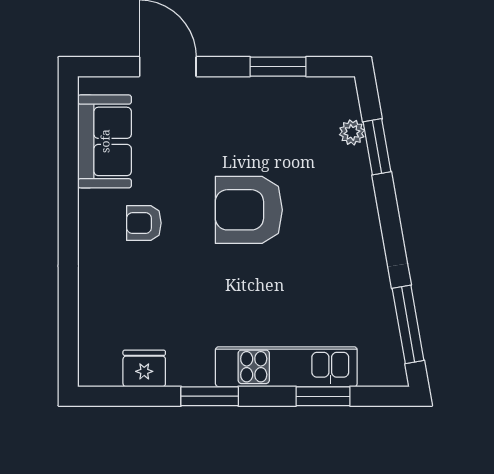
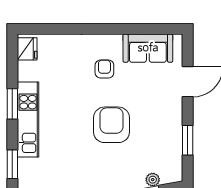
kitchen unit: (286, 367) -> (28, 119), moved
fridge: (144, 368) -> (27, 49), moved

